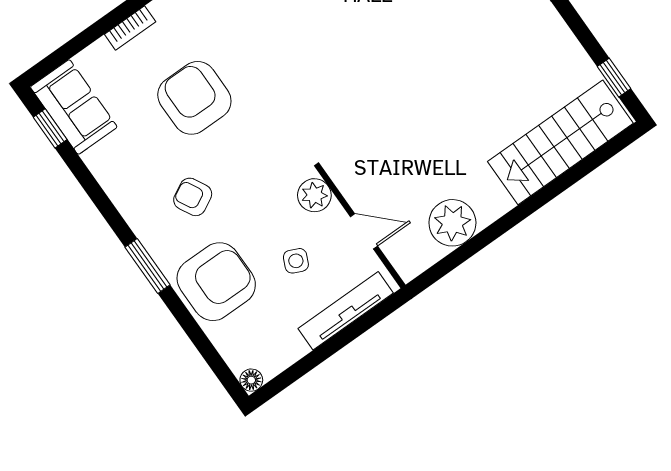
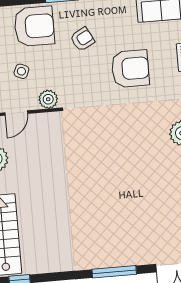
armchair: (216, 282) -> (34, 26), turned -90

